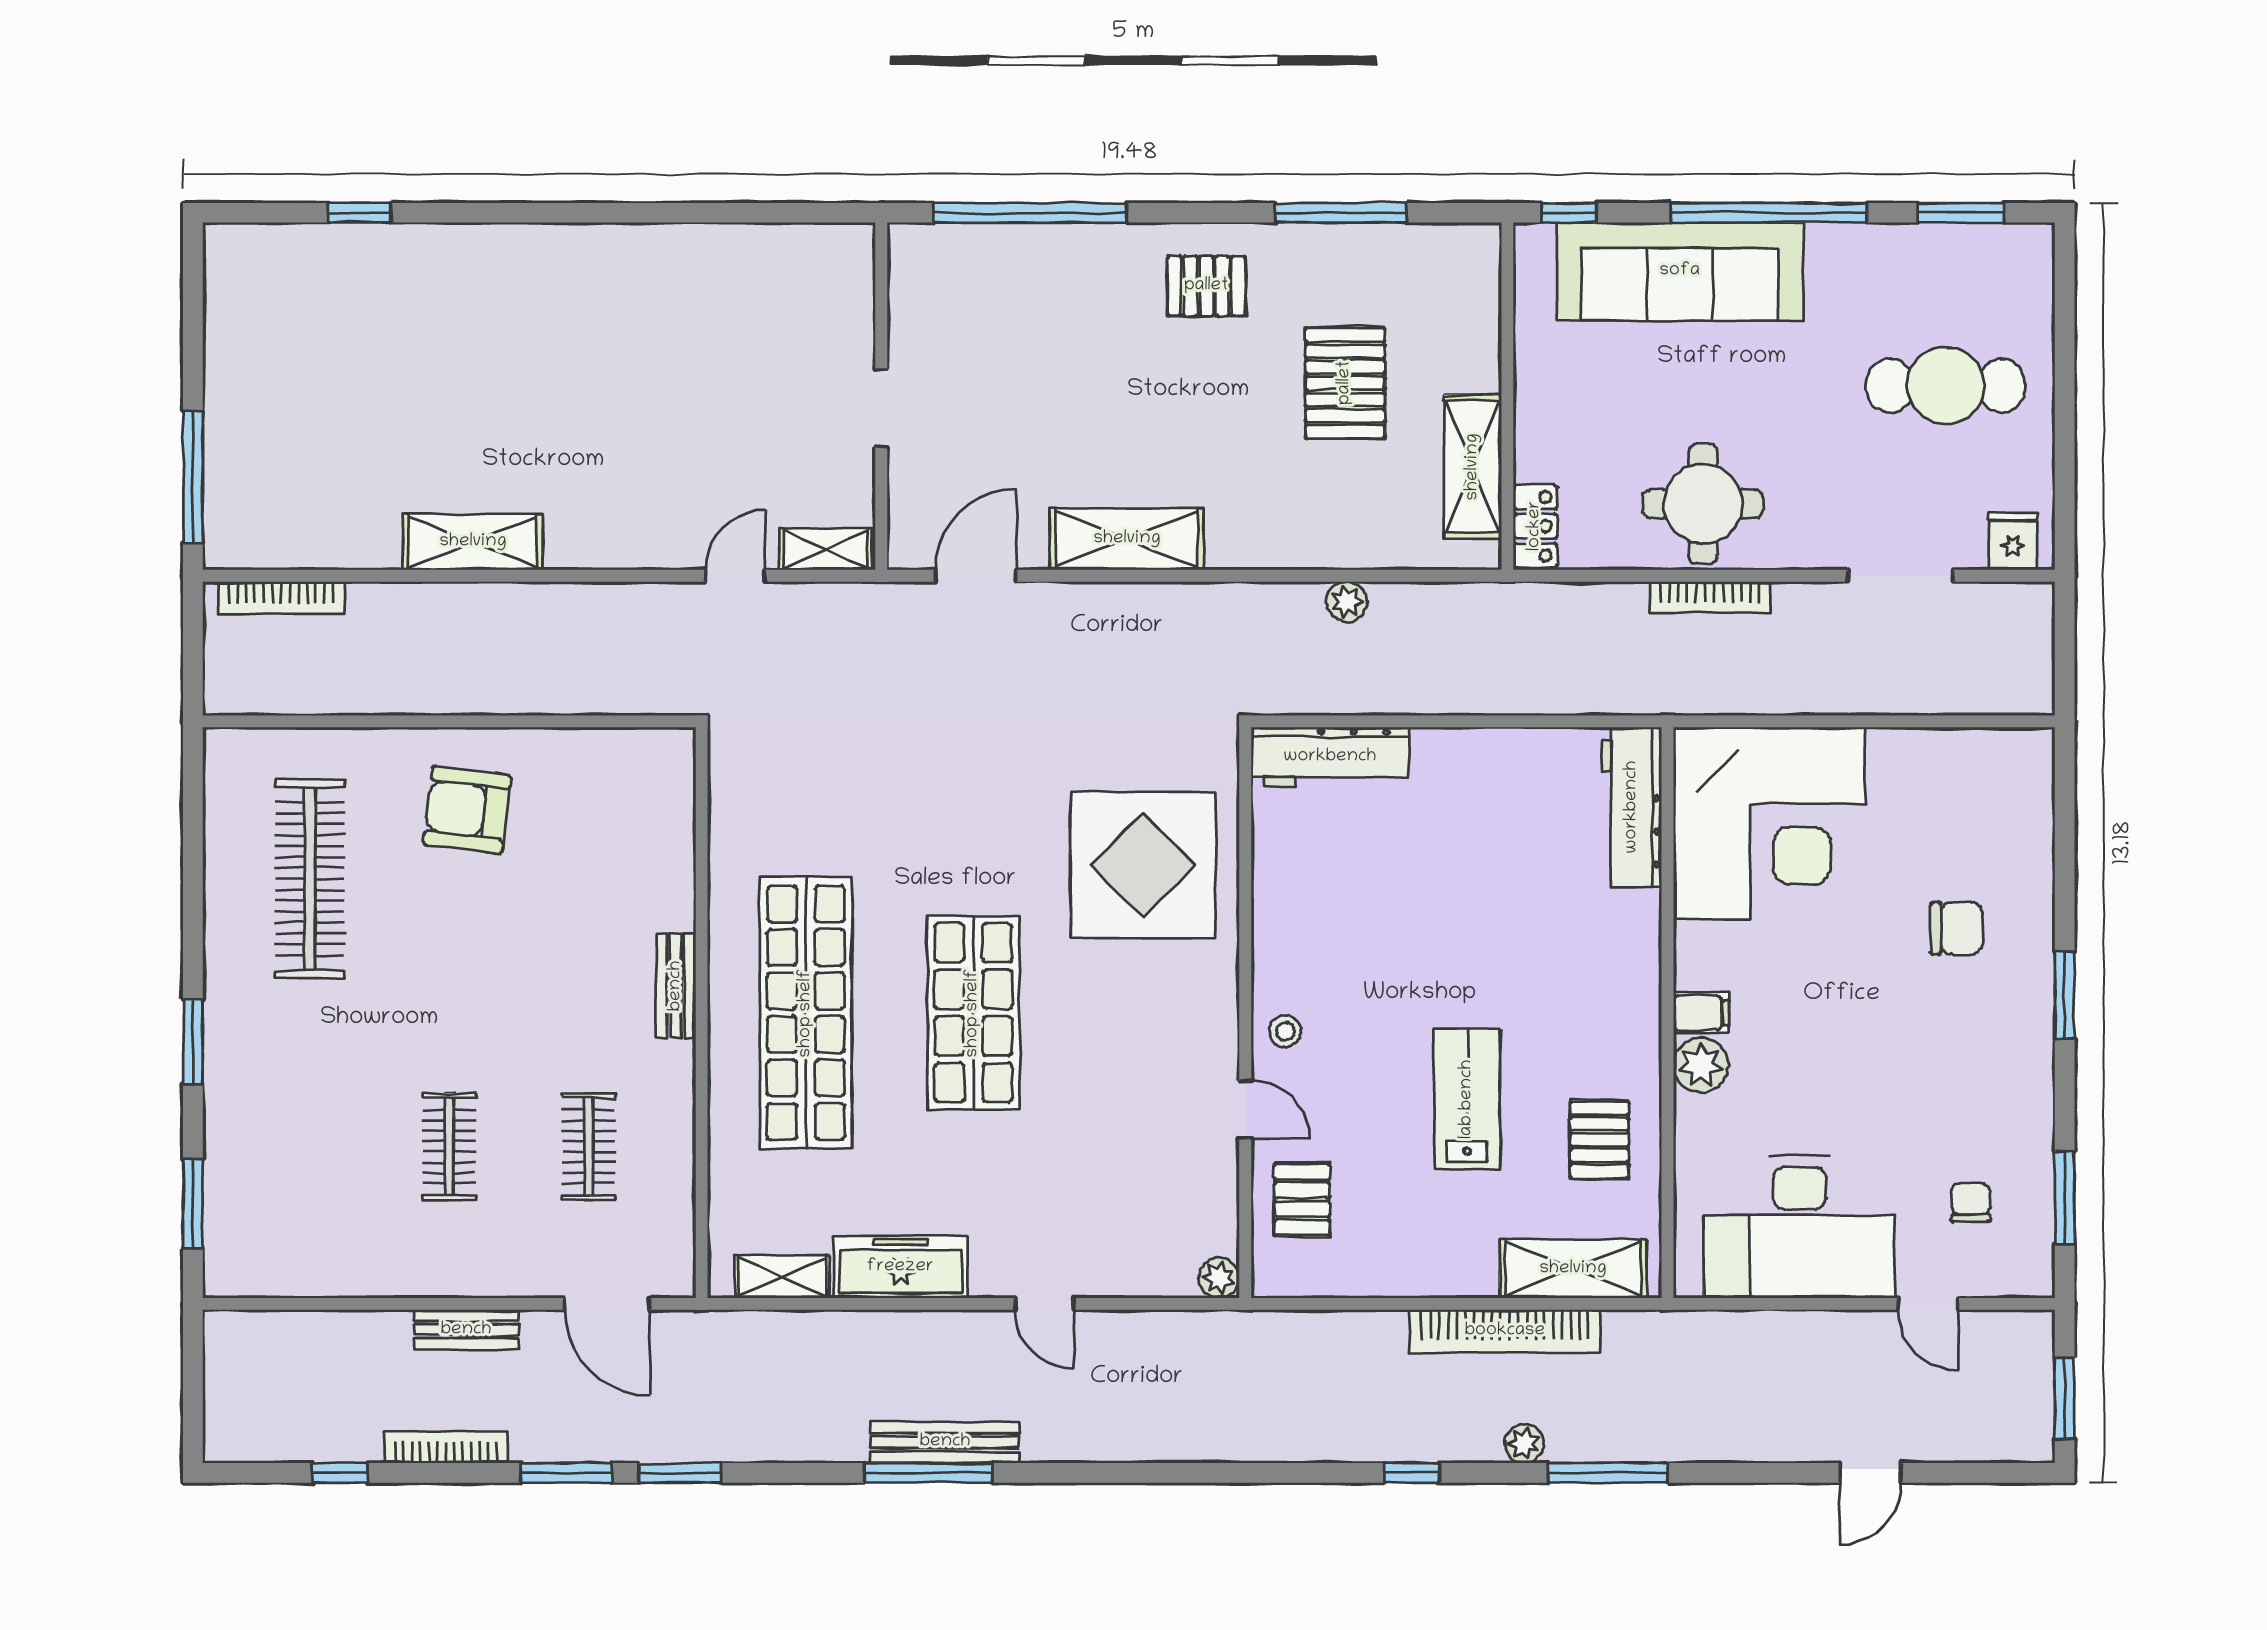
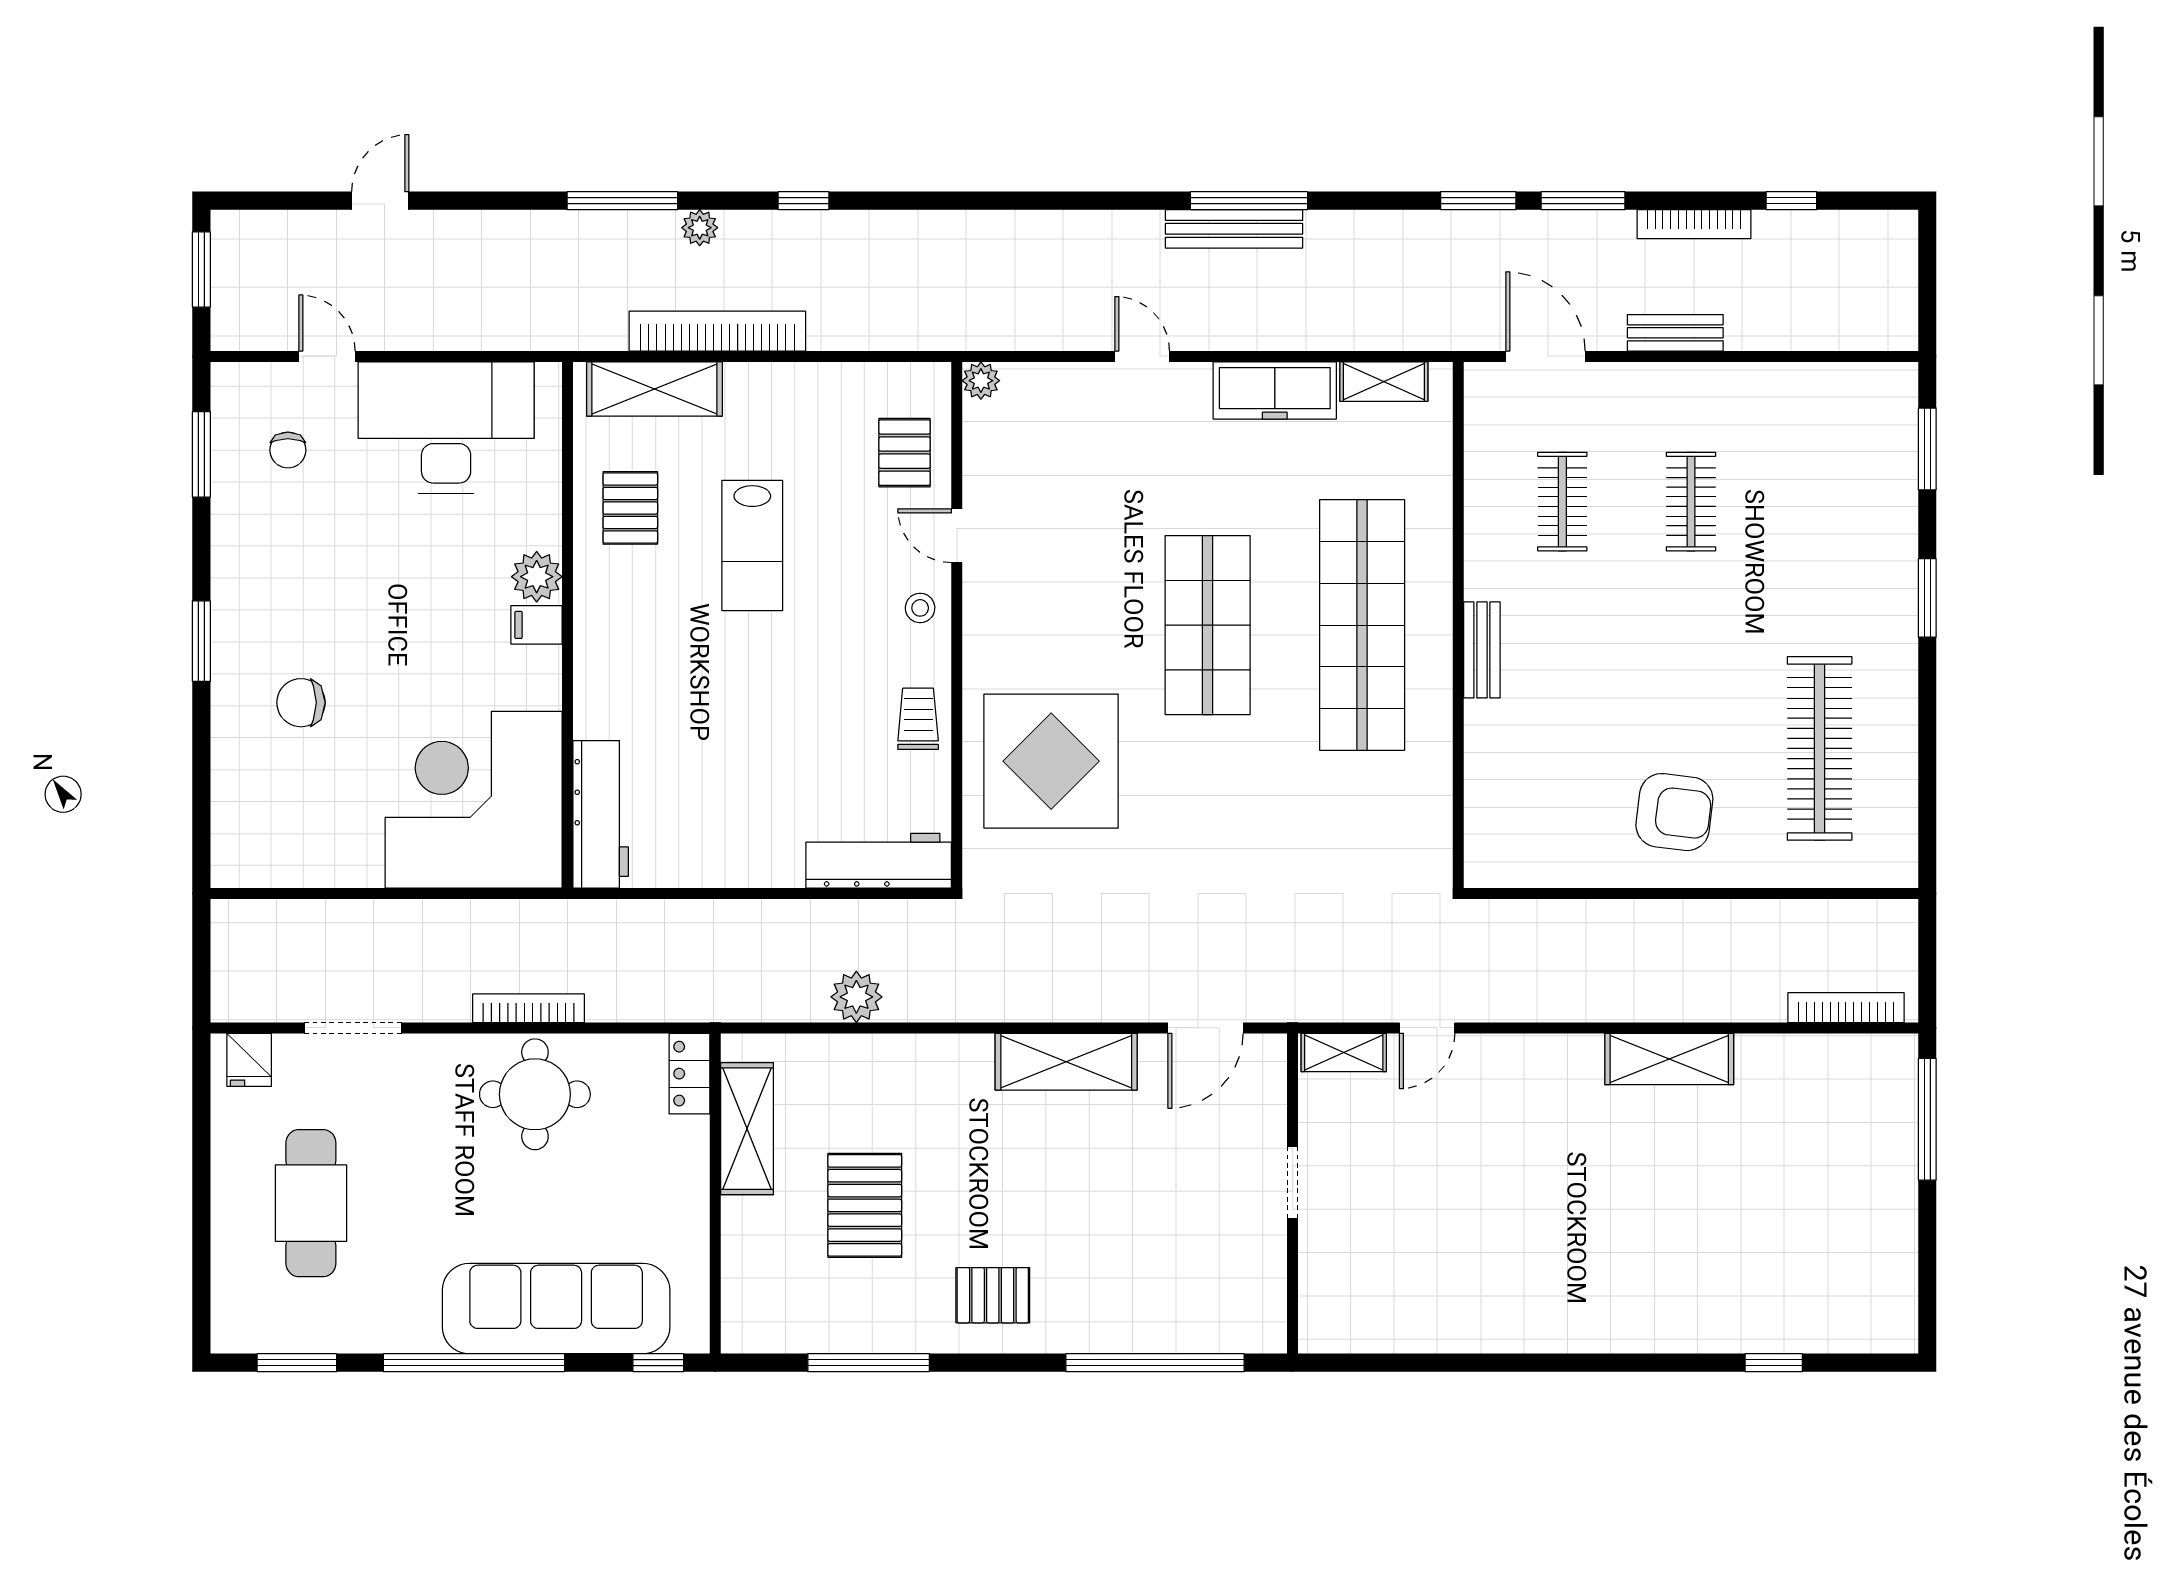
cafe table: (1946, 386) -> (311, 1203), turned 90
plant: (1347, 602) -> (856, 997), width x1.38, depth x1.38
trolley: (1287, 911) -> (918, 719), added

